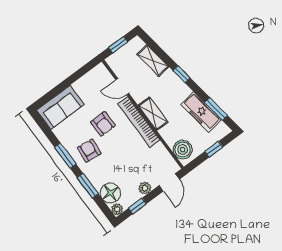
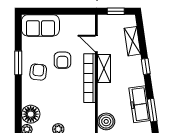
shelving: (153, 114) -> (104, 68), moved
window: (88, 186) -> (18, 97), removed

